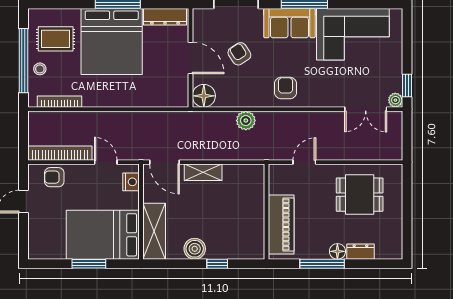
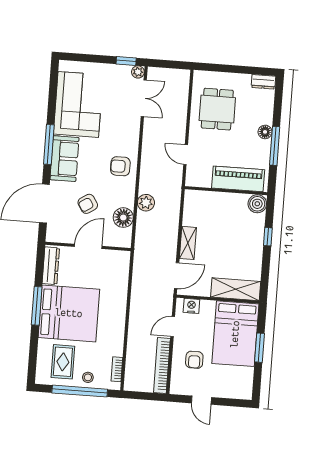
floor lamp: (204, 96) -> (123, 218), moved
bookcase: (60, 102) -> (117, 369), width x0.64
armchair: (54, 177) -> (194, 360), moved
boiler: (195, 249) -> (257, 204), moved
dresser: (360, 252) -> (263, 82), moved, turned -90

